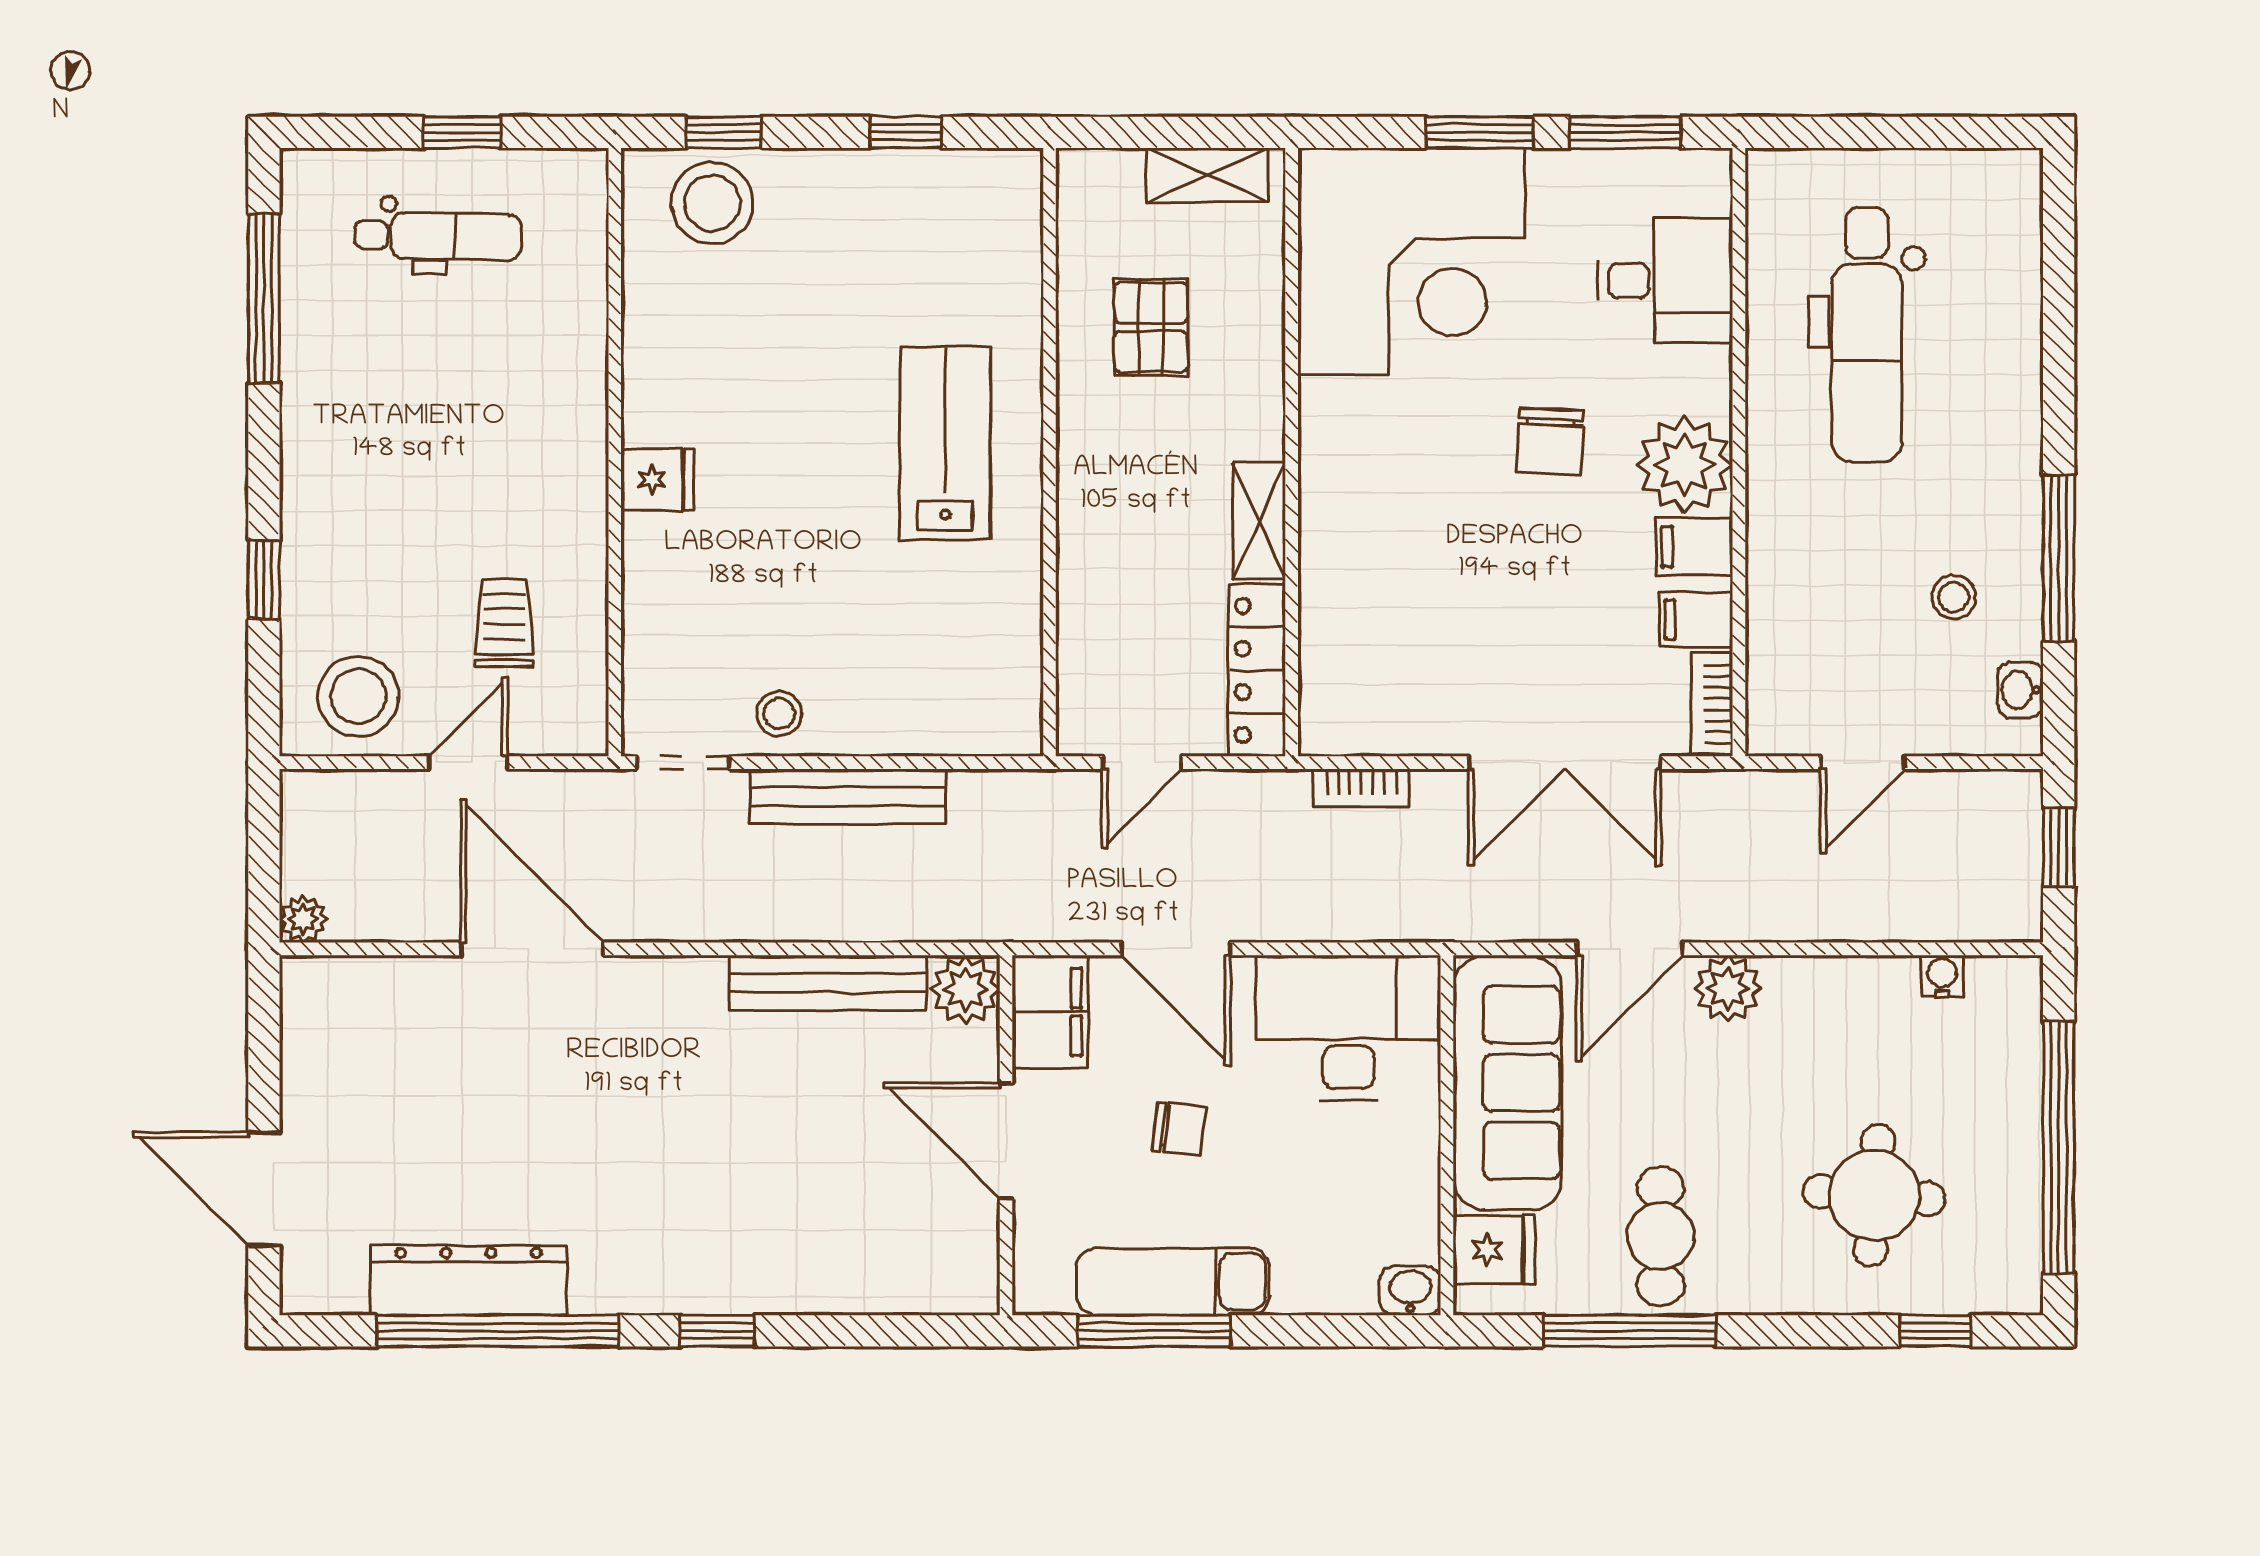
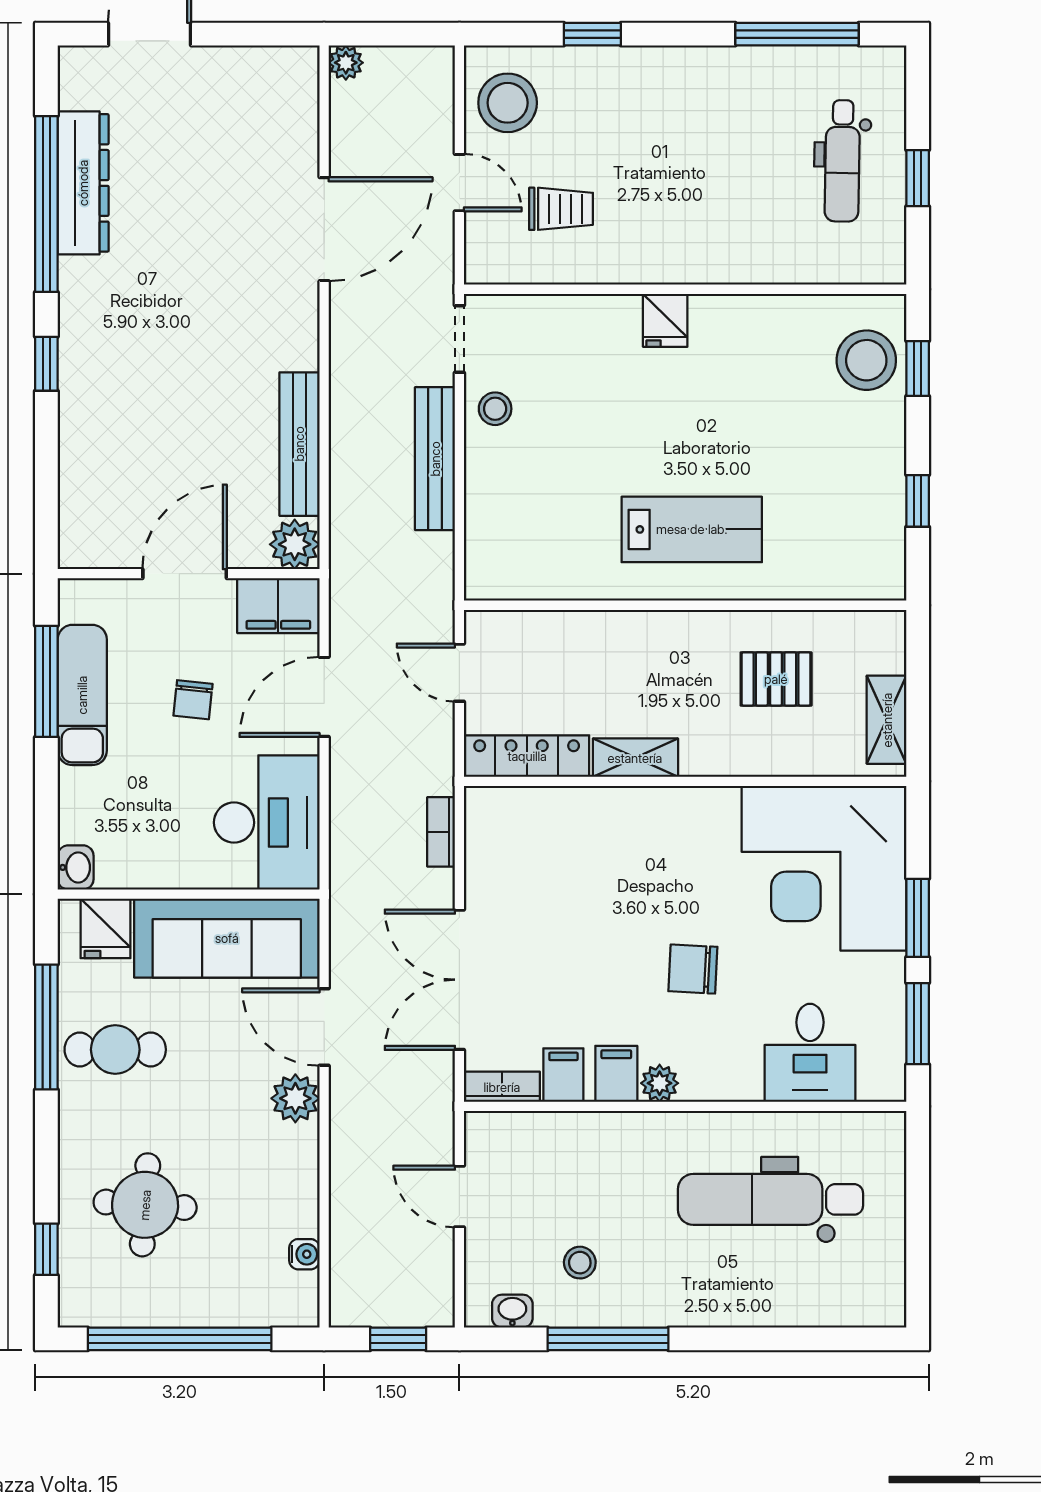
plant: (1684, 465) -> (660, 1083), width x0.53, depth x0.53

